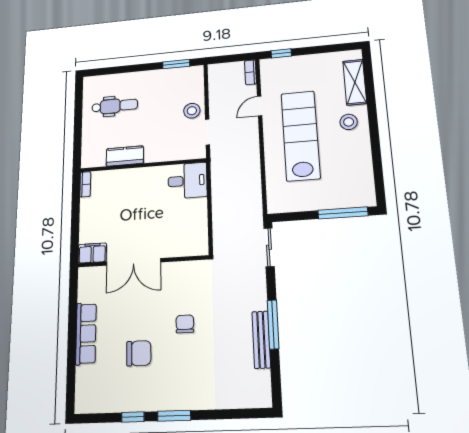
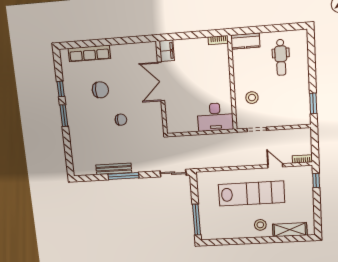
stool: (192, 111) -> (252, 98), moved
kitchen counter: (125, 156) -> (245, 41), moved, turned 90
desk: (187, 181) -> (215, 117), width x1.37
row of seats: (86, 334) -> (89, 53), moved
chair: (139, 353) -> (100, 90), turned -90

